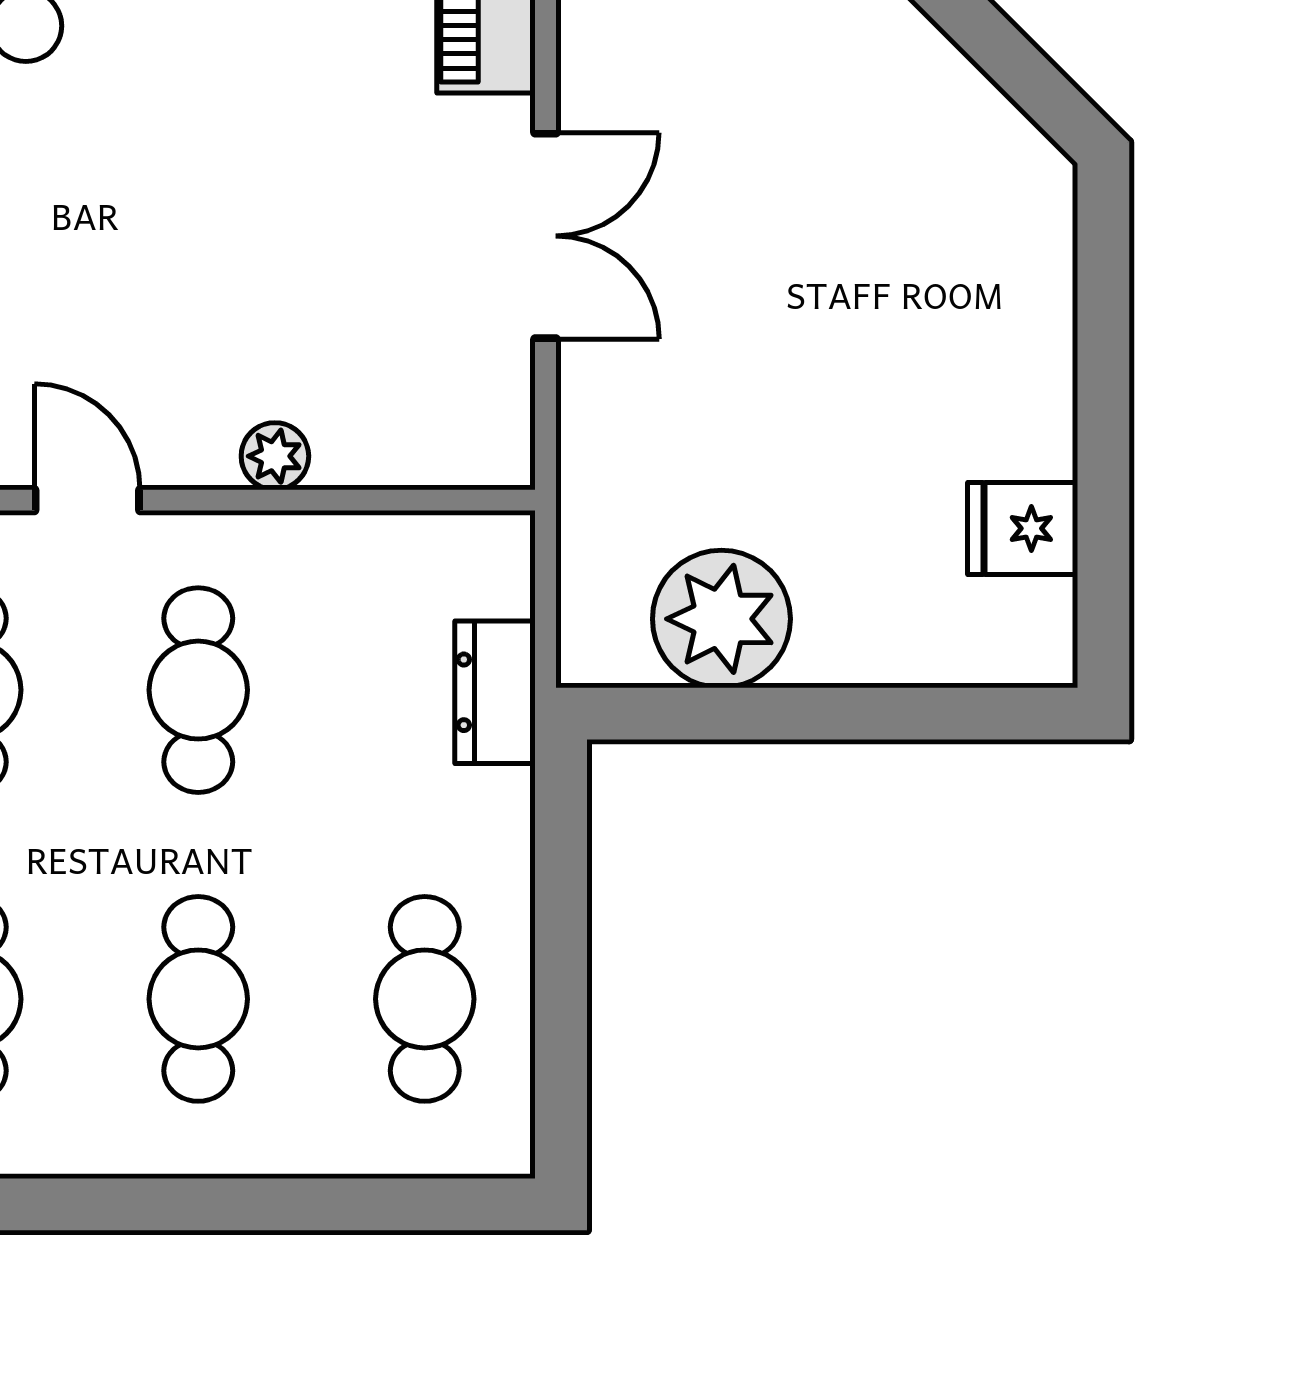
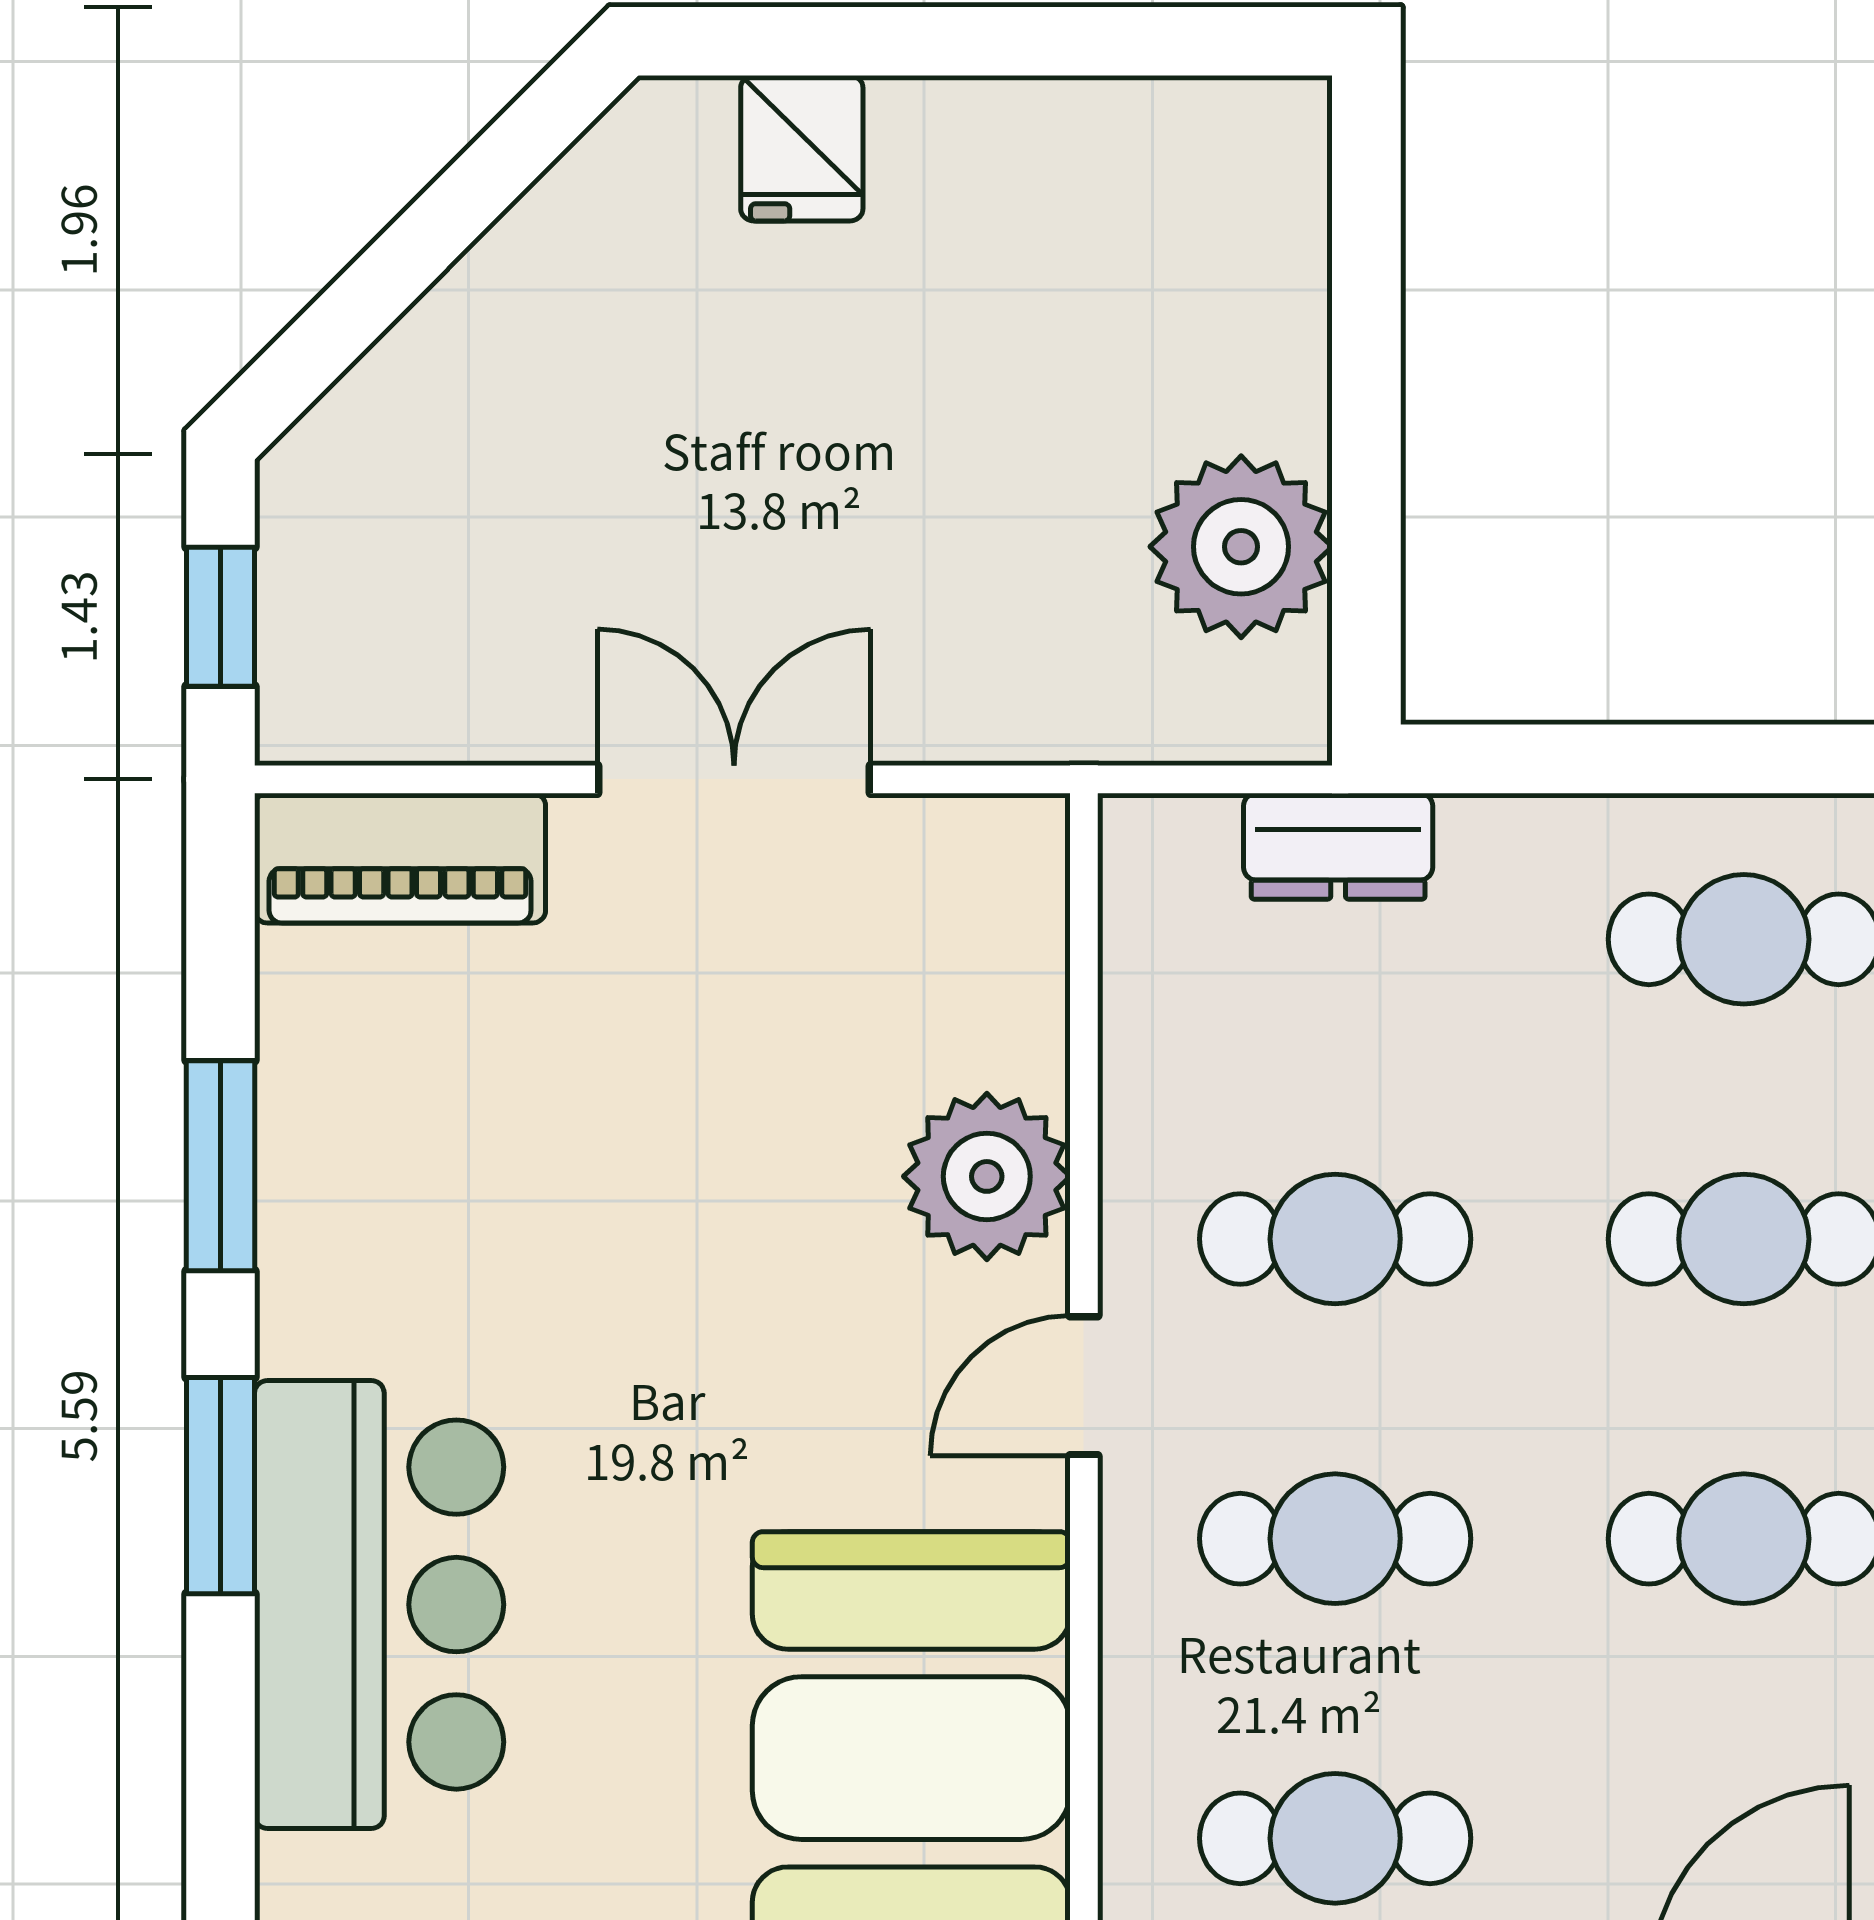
plant: (275, 456) -> (987, 1176), width x1.87, depth x1.87
fridge: (1023, 528) -> (802, 148), moved

